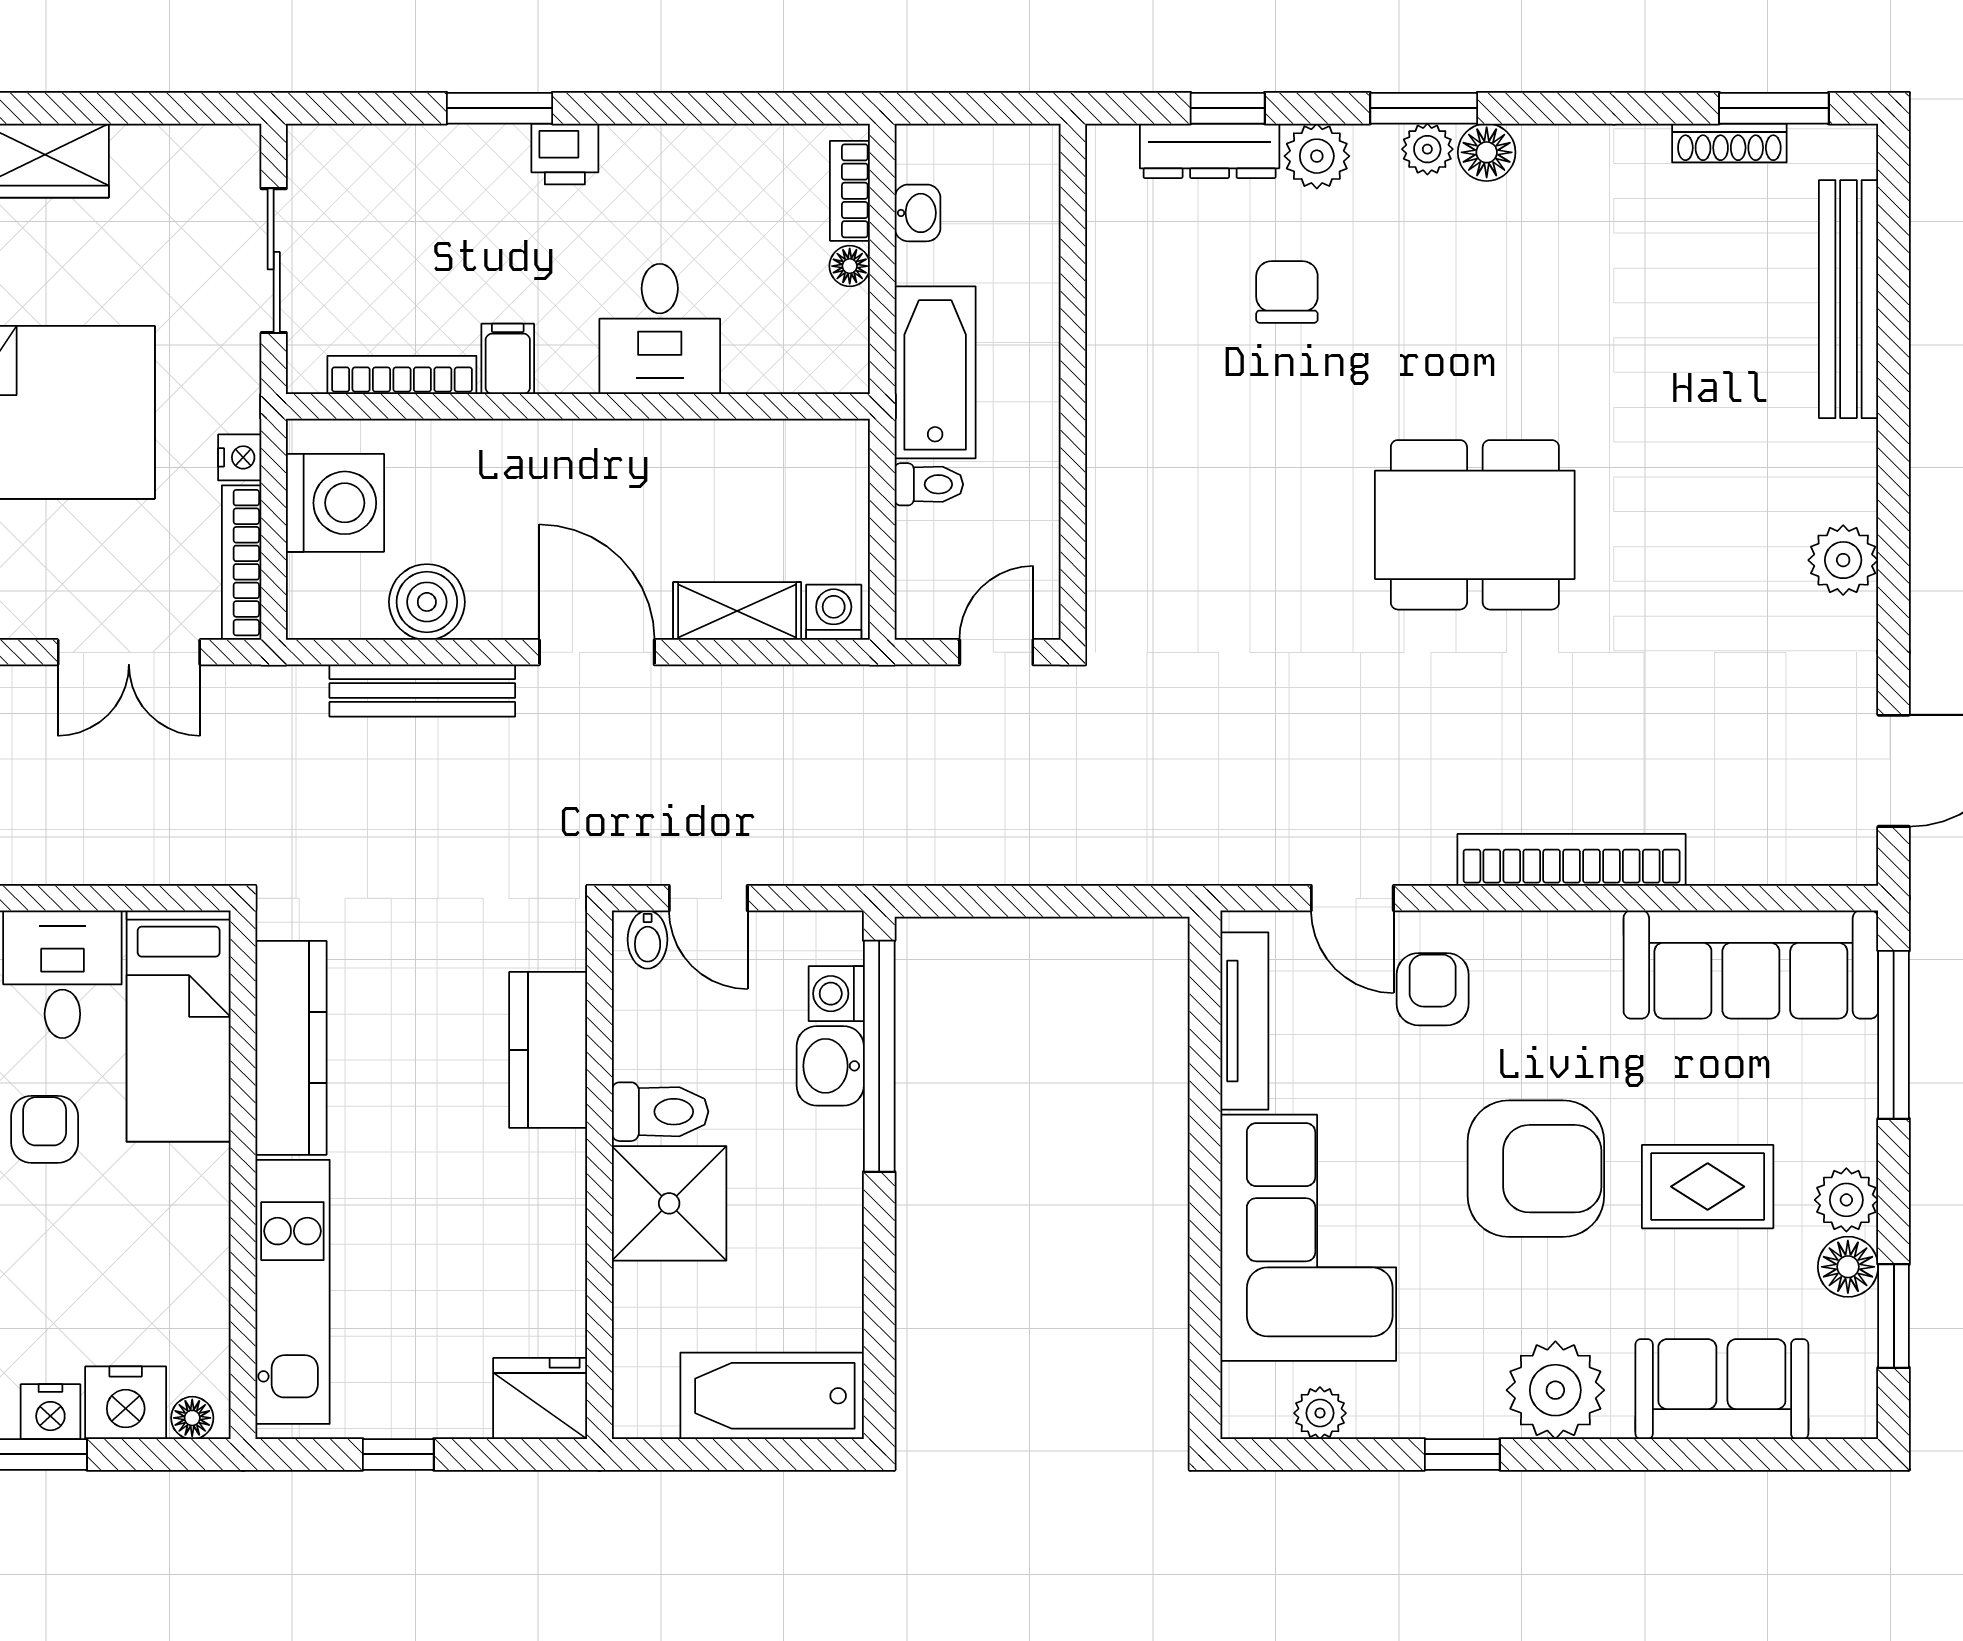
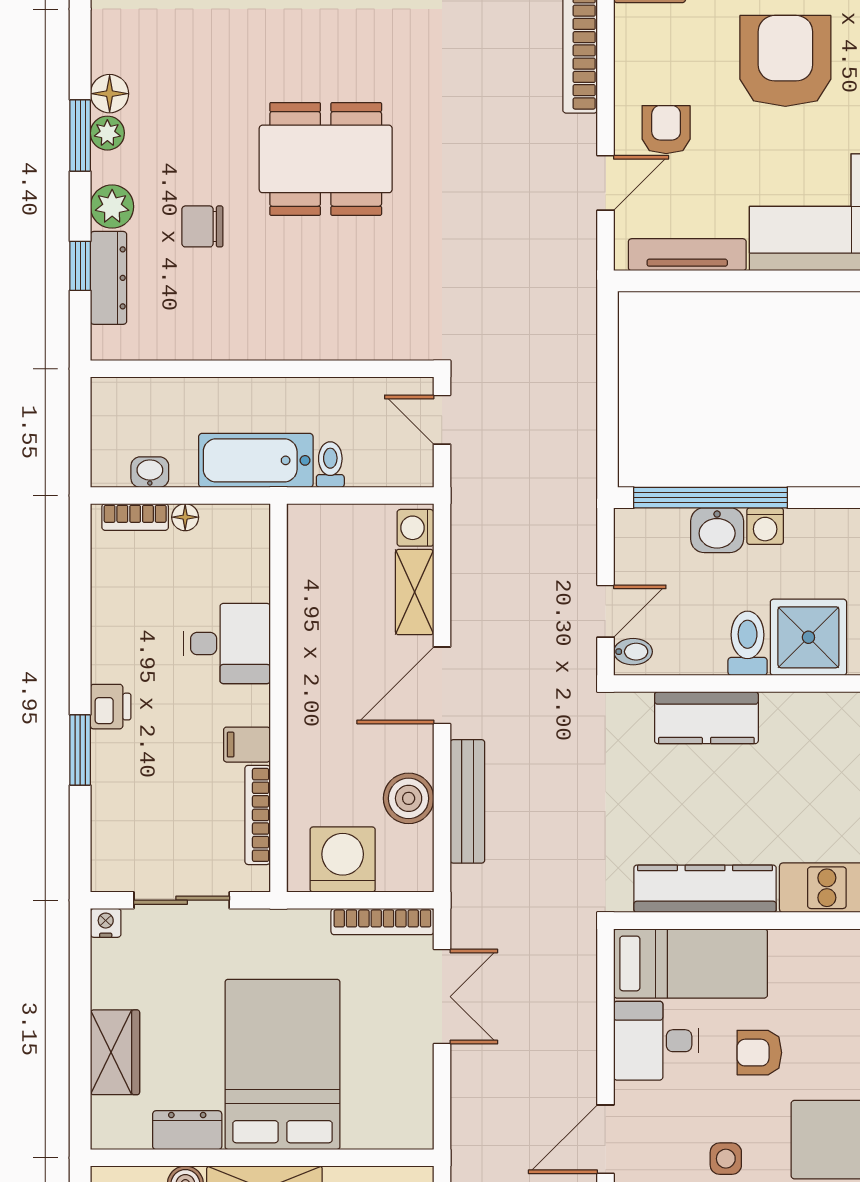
nightstand: (240, 457) -> (106, 923), moved
dining table: (1475, 525) -> (326, 159), moved, turned 90
armchair: (1433, 989) -> (666, 130), turned 90
washing machine: (836, 994) -> (765, 526), moved

